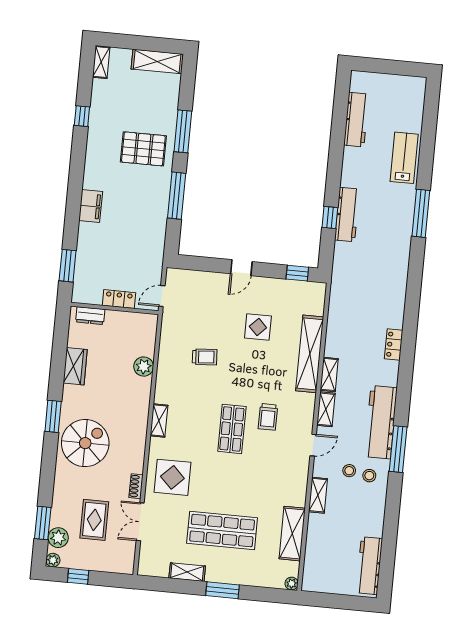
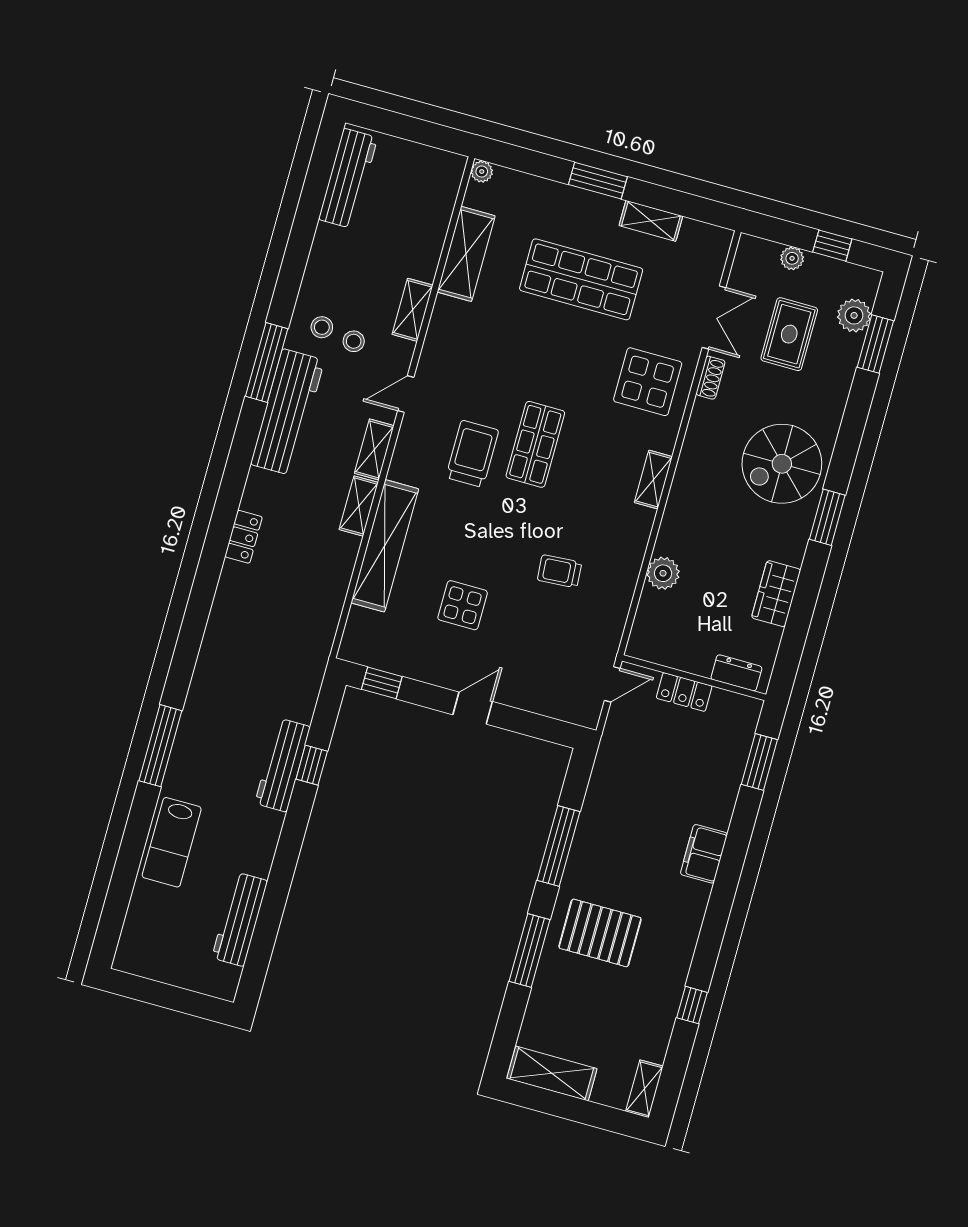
trolley: (268, 417) -> (472, 454), width x1.36, depth x1.39
plant: (53, 560) -> (792, 258), moved

